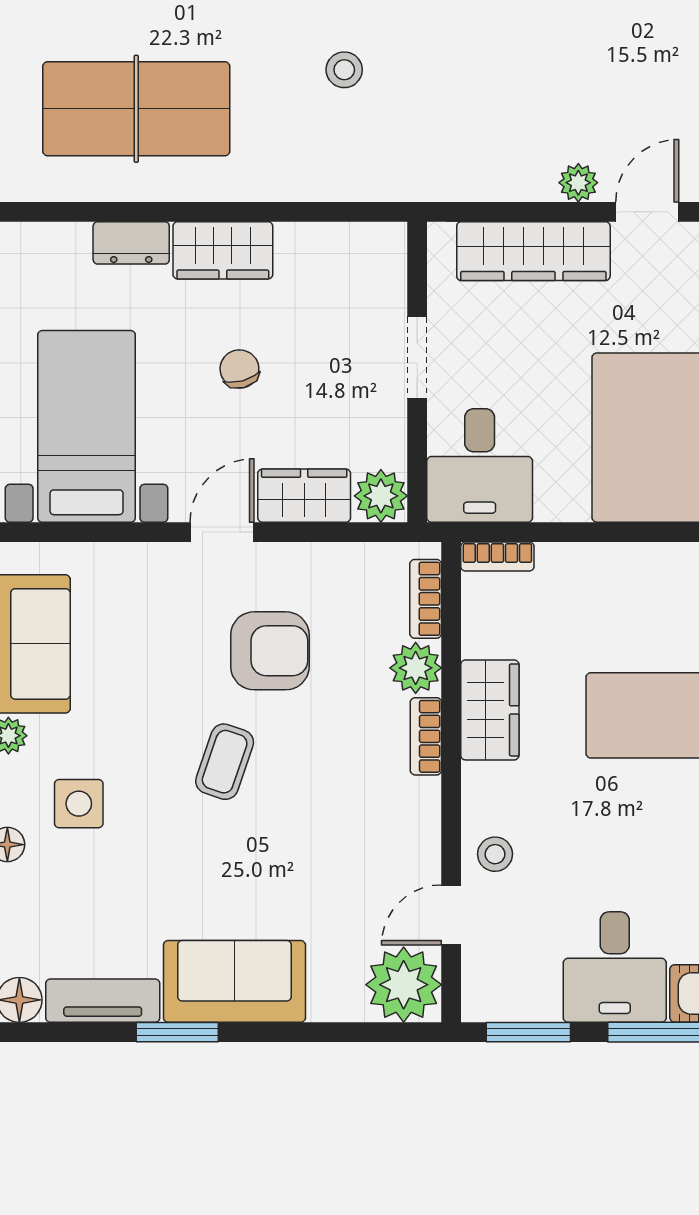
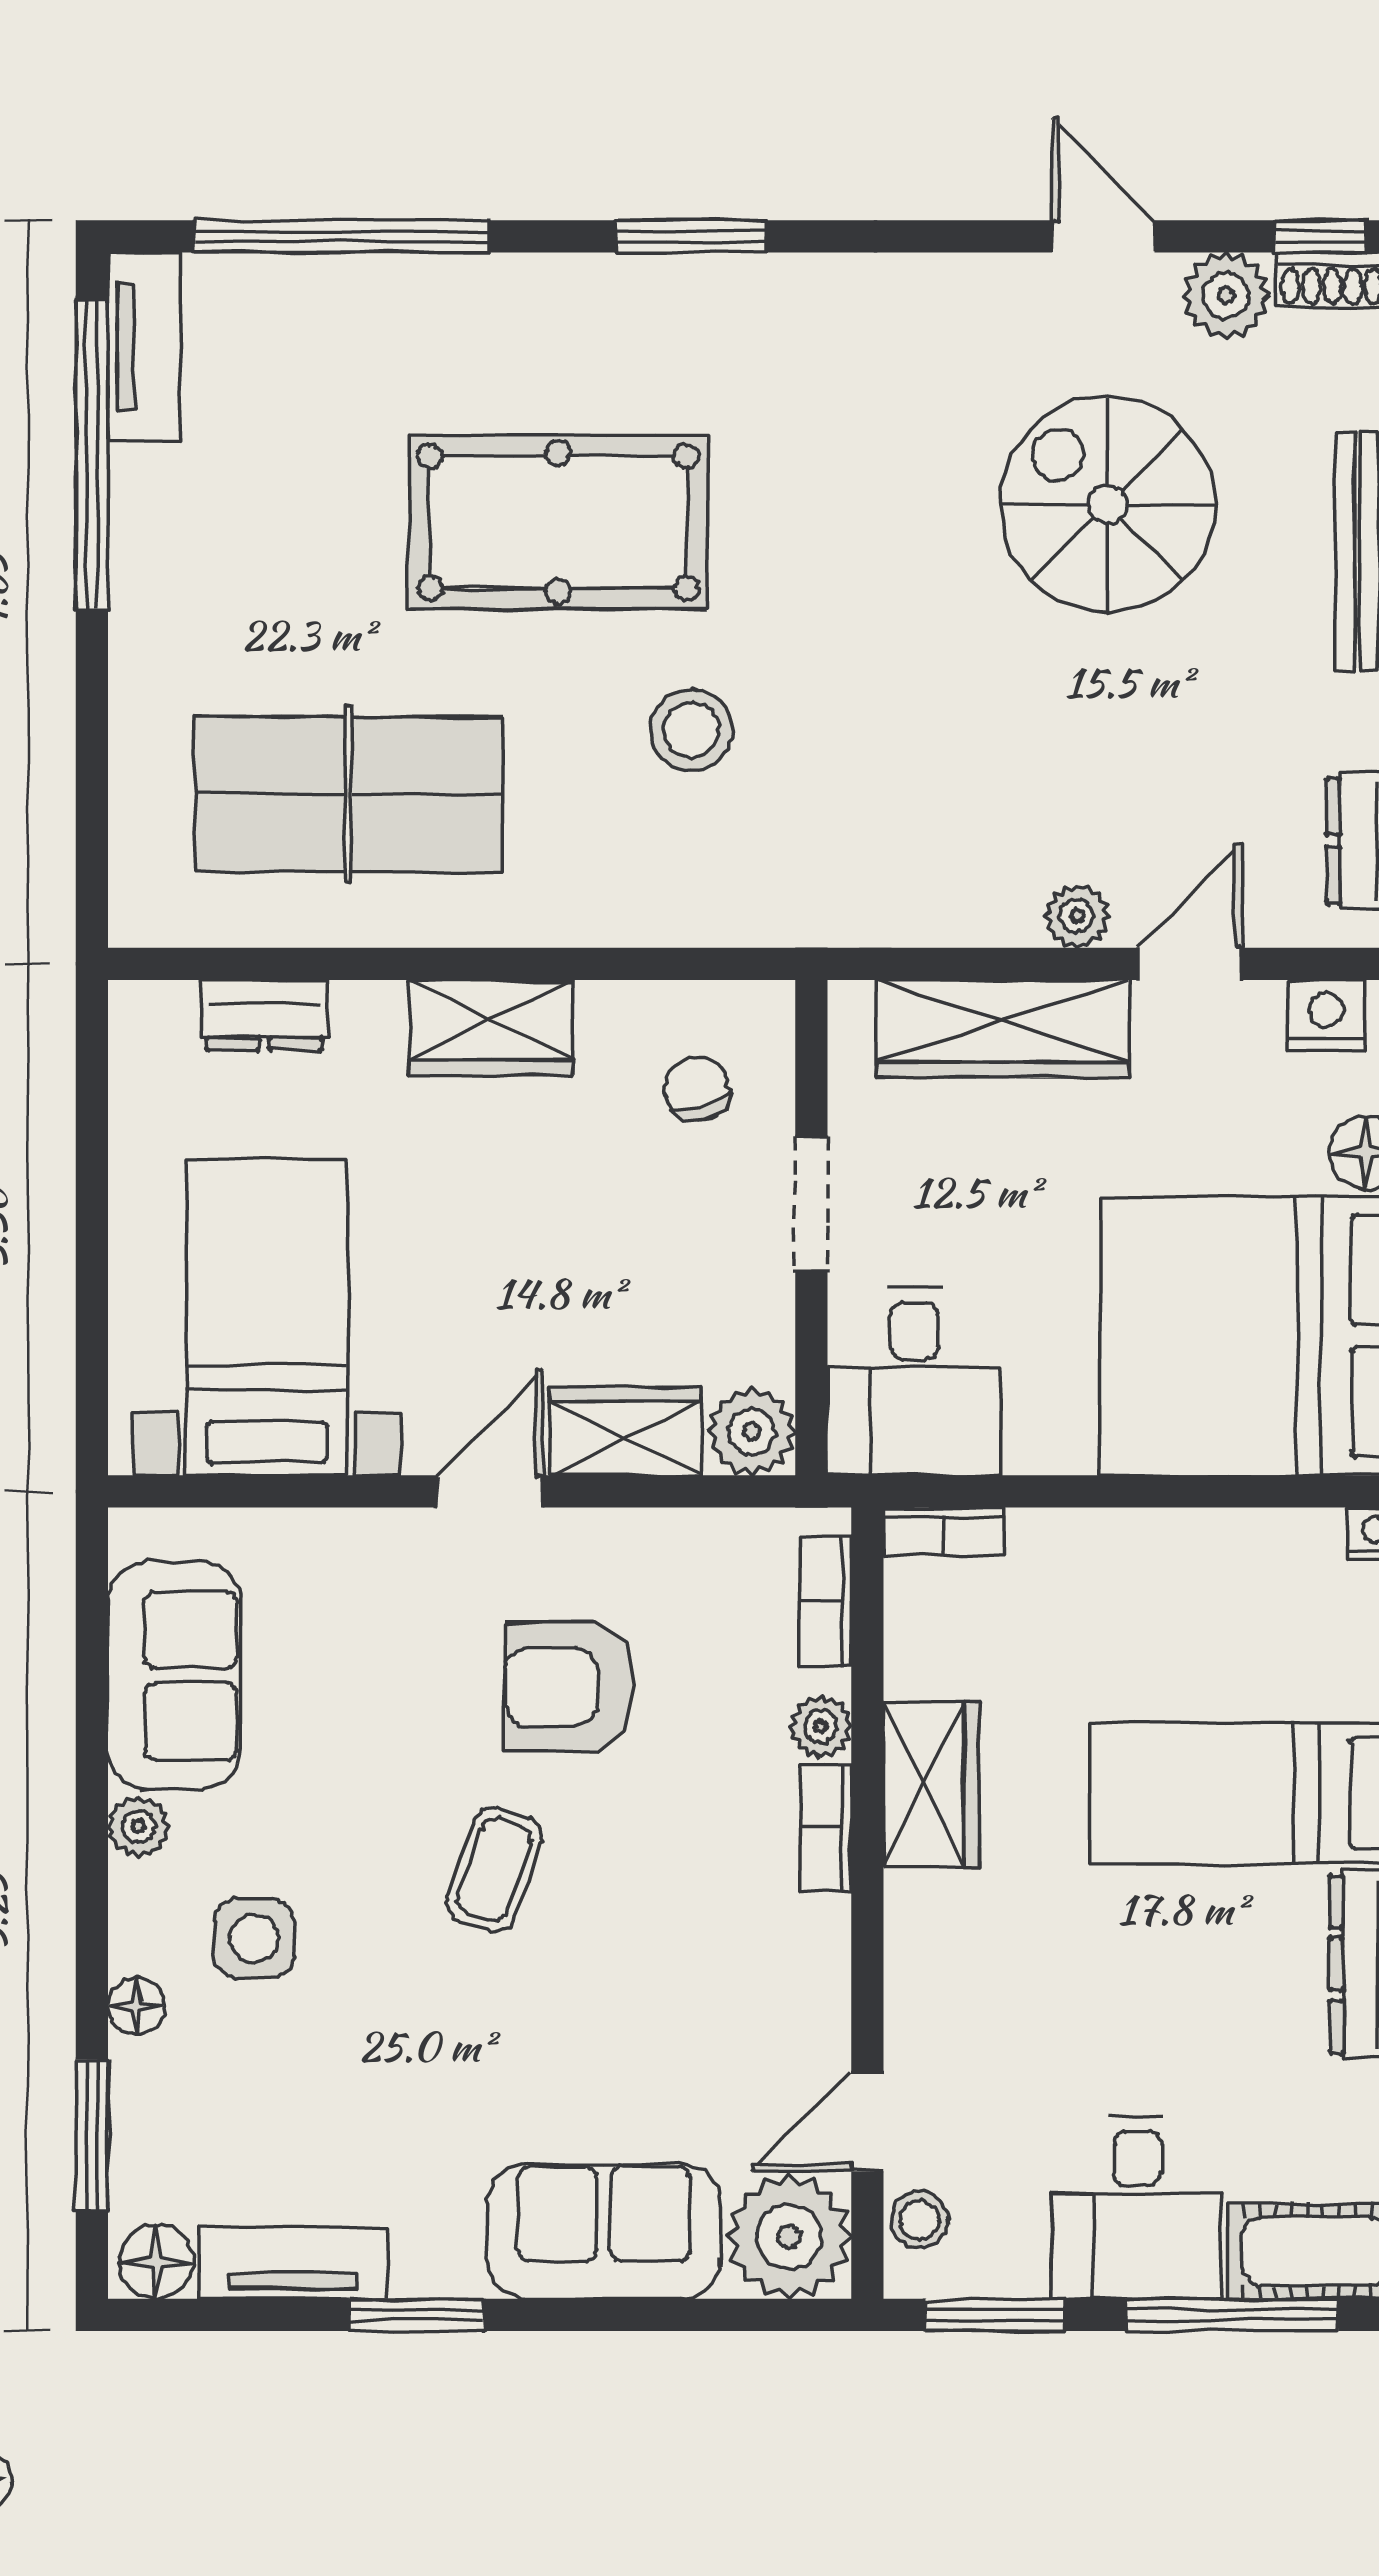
stool: (344, 70) -> (691, 730), width x1.37, depth x1.37
dresser: (131, 243) -> (264, 1015), moved
chair: (239, 369) -> (697, 1089), moved
armchair: (270, 651) -> (569, 1687), turned 180
plant: (416, 668) -> (821, 1727), width x0.73, depth x0.73
stool: (495, 854) -> (920, 2220), moved
sofa: (234, 981) -> (604, 2231), moved

